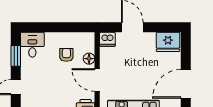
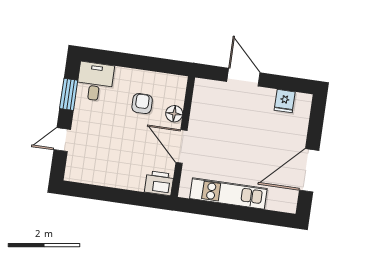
dishwasher: (107, 39) -> (205, 89), removed
fridge: (168, 42) -> (285, 101), width x0.53, depth x0.75

